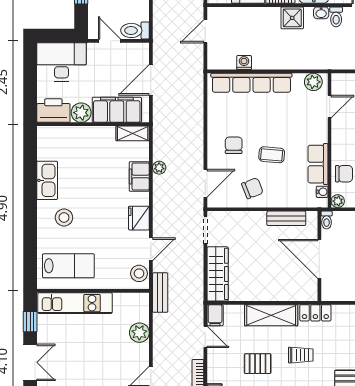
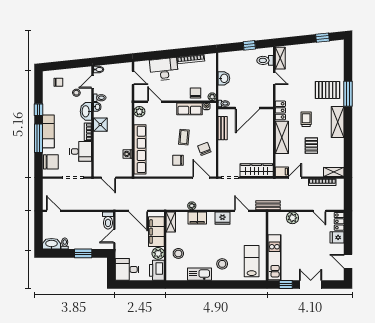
desk: (62, 62) -> (127, 269), width x0.73
stool: (139, 273) -> (178, 253), moved

